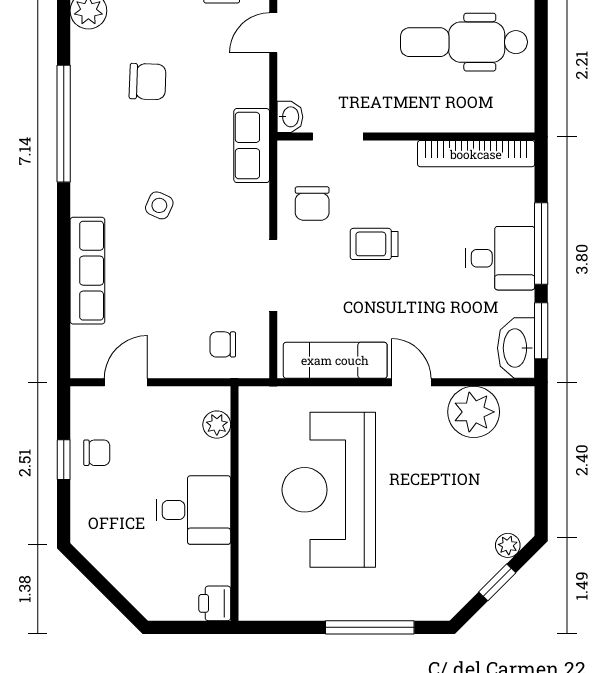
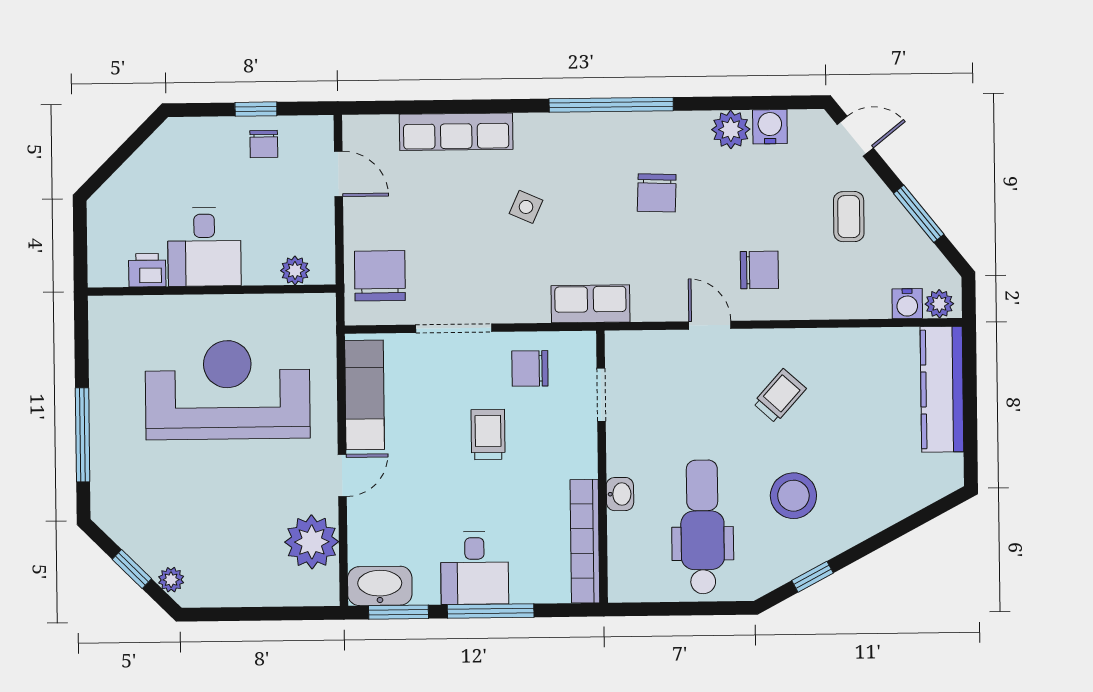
washbasin: (290, 117) -> (620, 494), moved, turned -90
chair: (223, 344) -> (380, 276), width x1.87, depth x1.87
printer: (215, 603) -> (147, 270), moved

